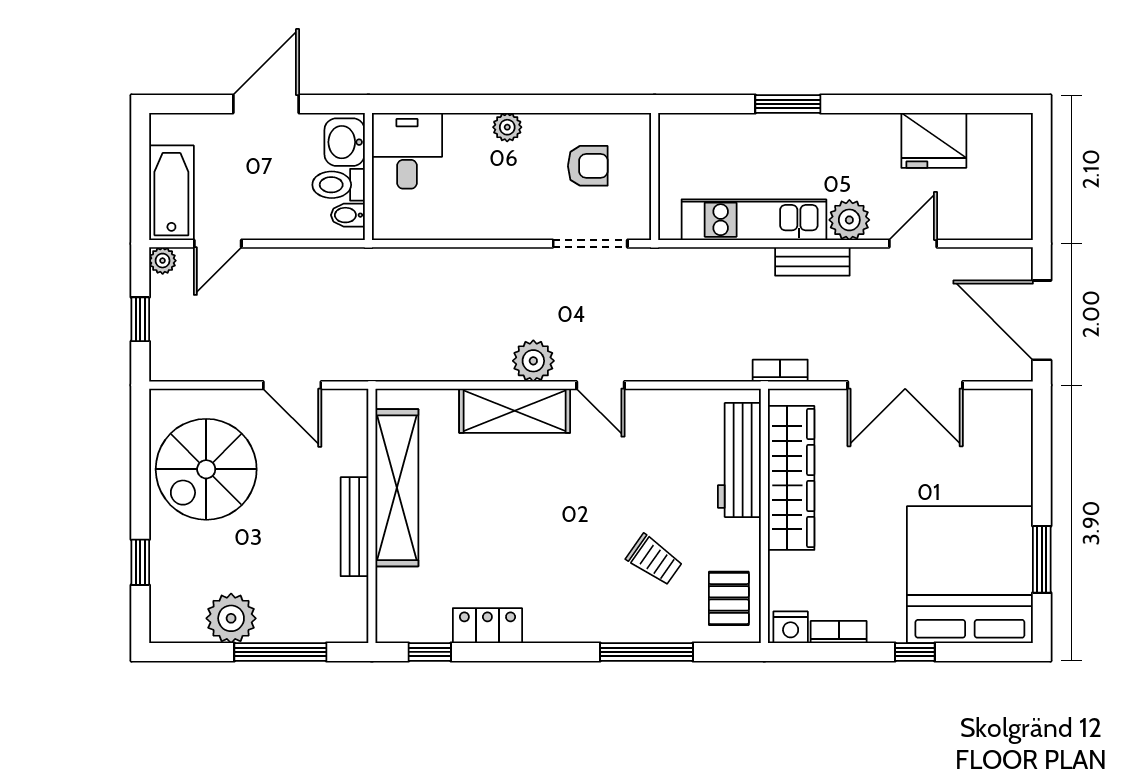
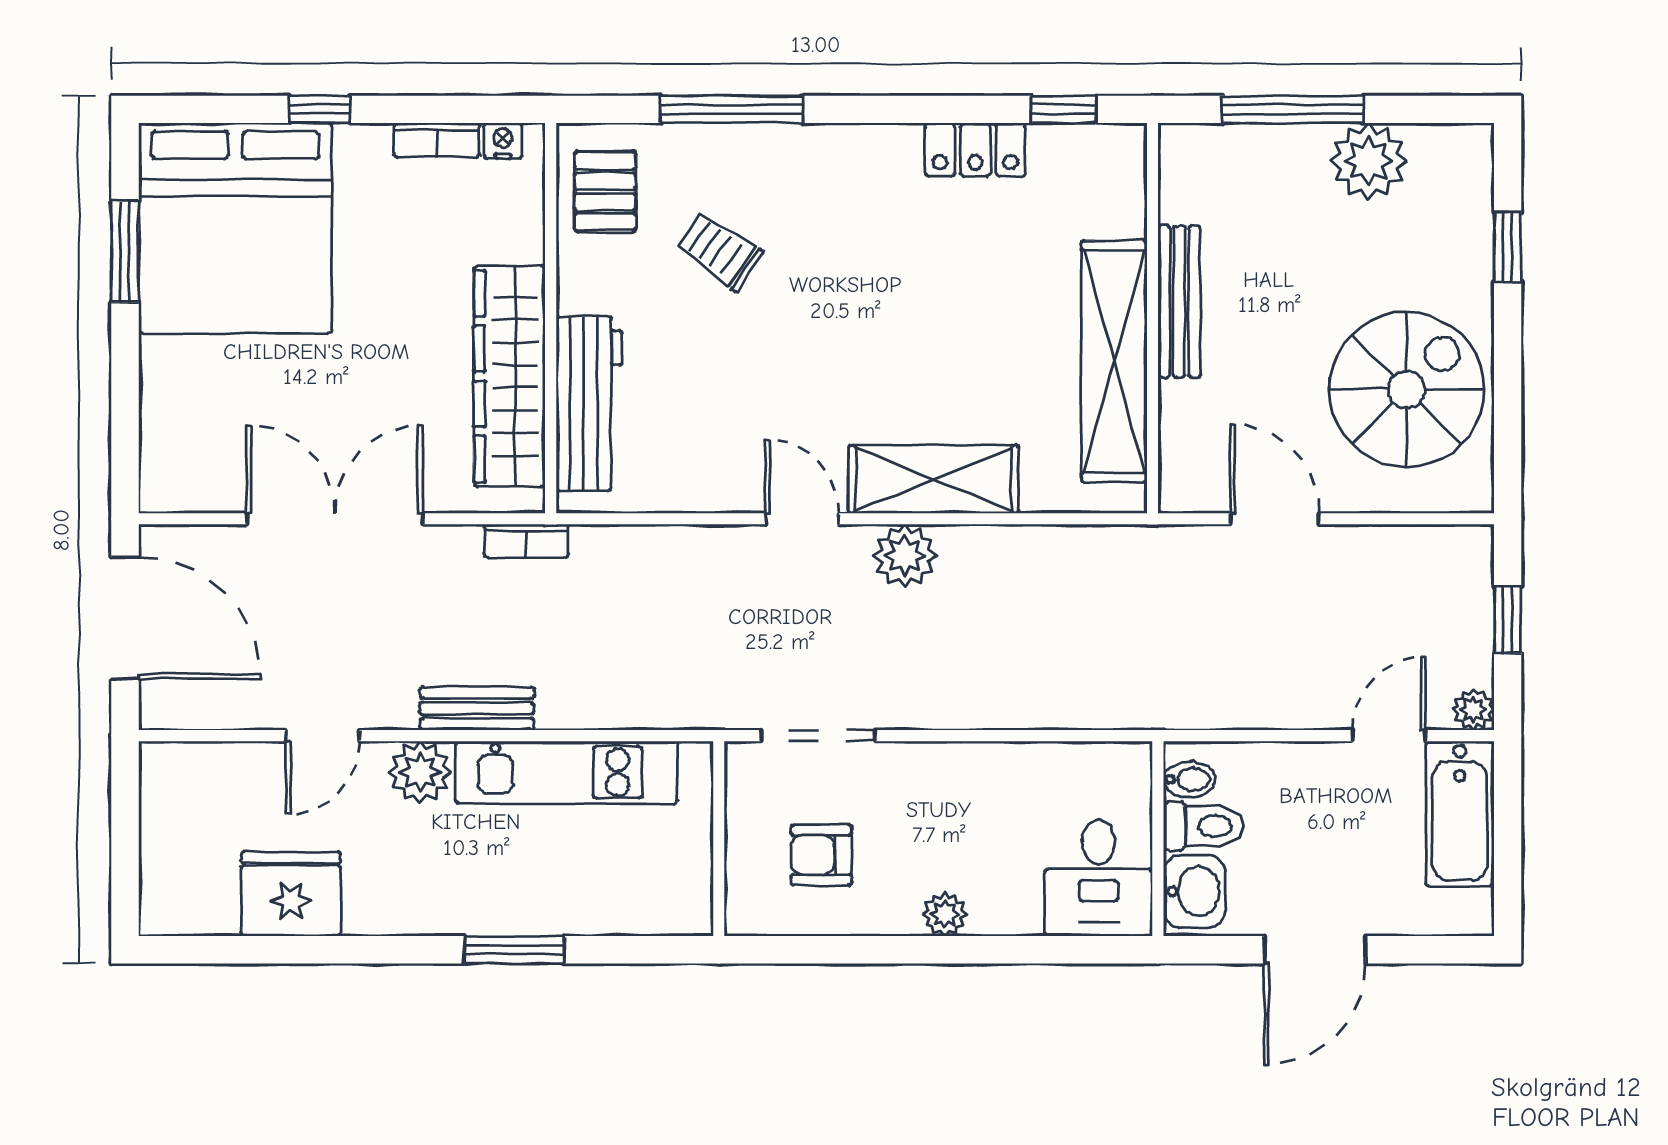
nightstand: (791, 627) -> (503, 141), width x0.72, depth x0.74

